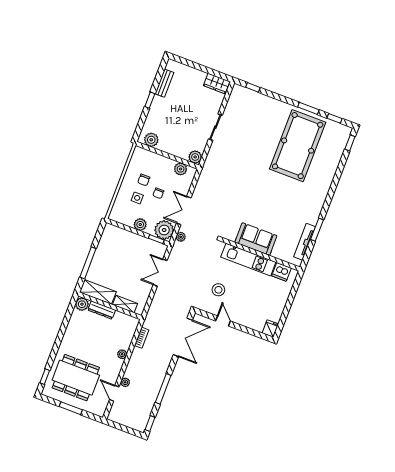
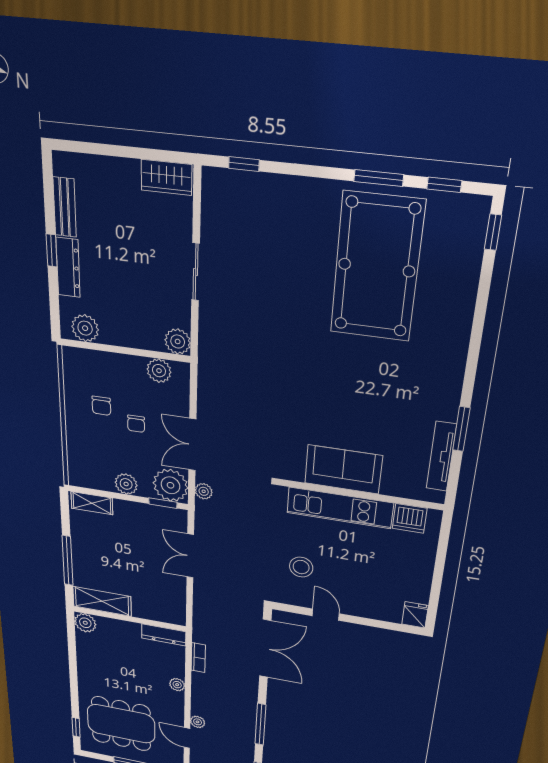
dresser: (155, 110) -> (68, 267), added
side table: (137, 198) -> (103, 440), removed
shelving: (125, 304) -> (92, 503), moved
dresser: (102, 310) -> (164, 635), moved

